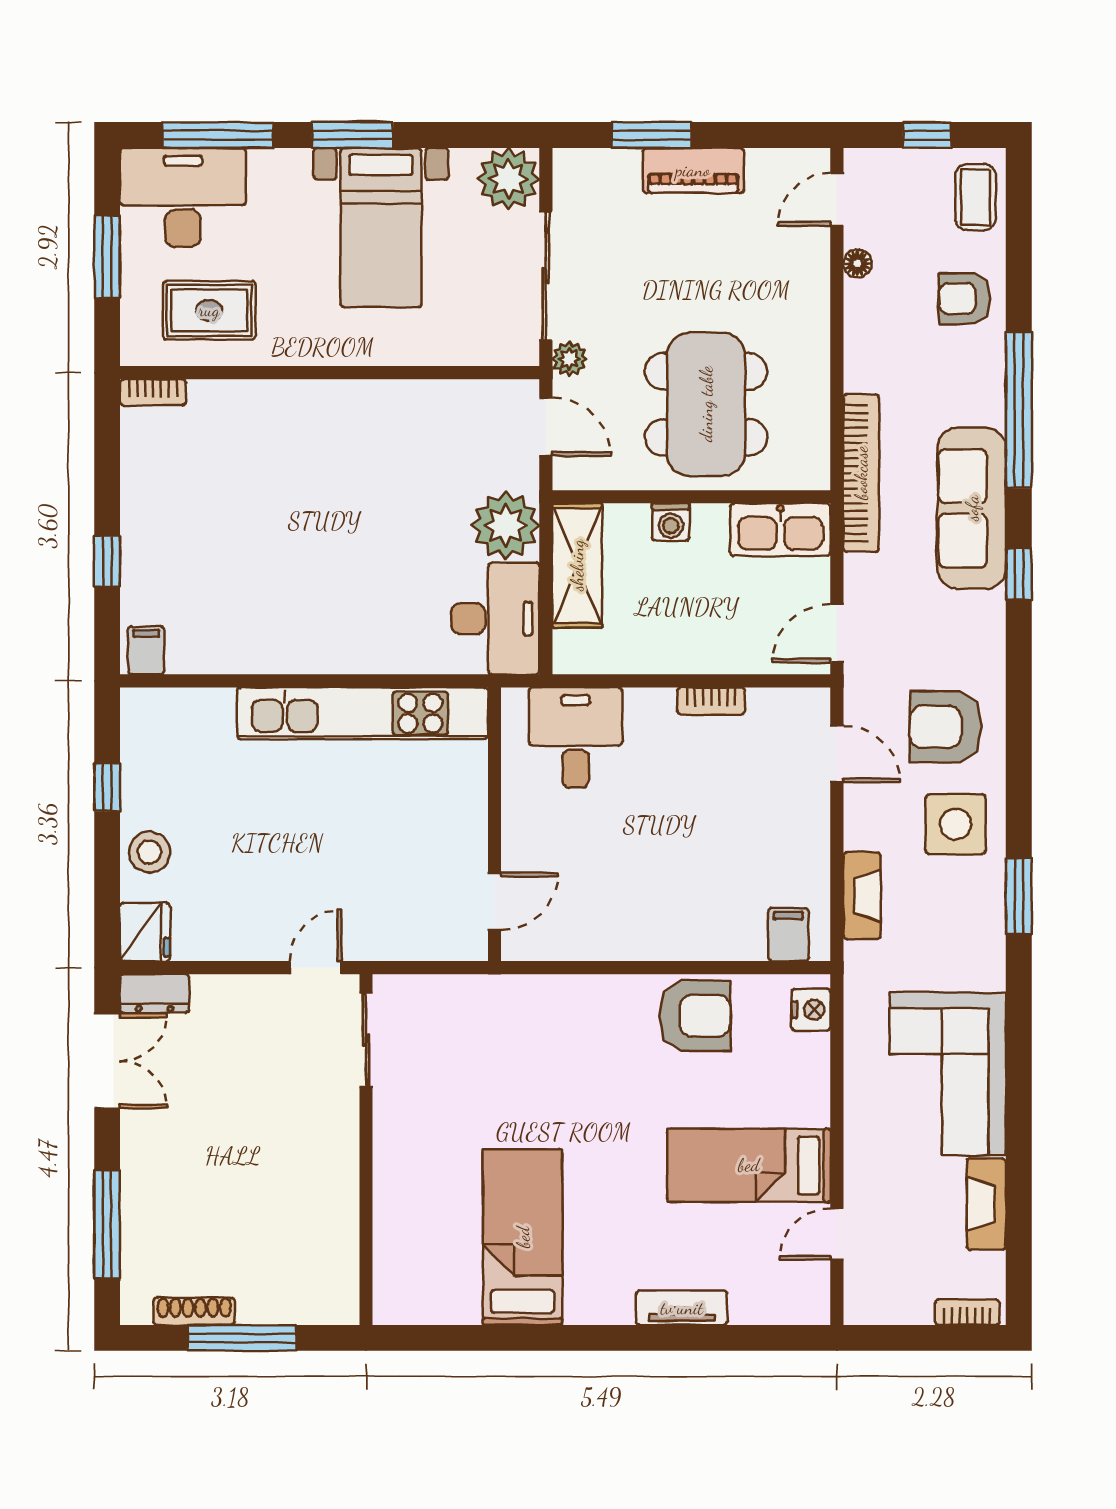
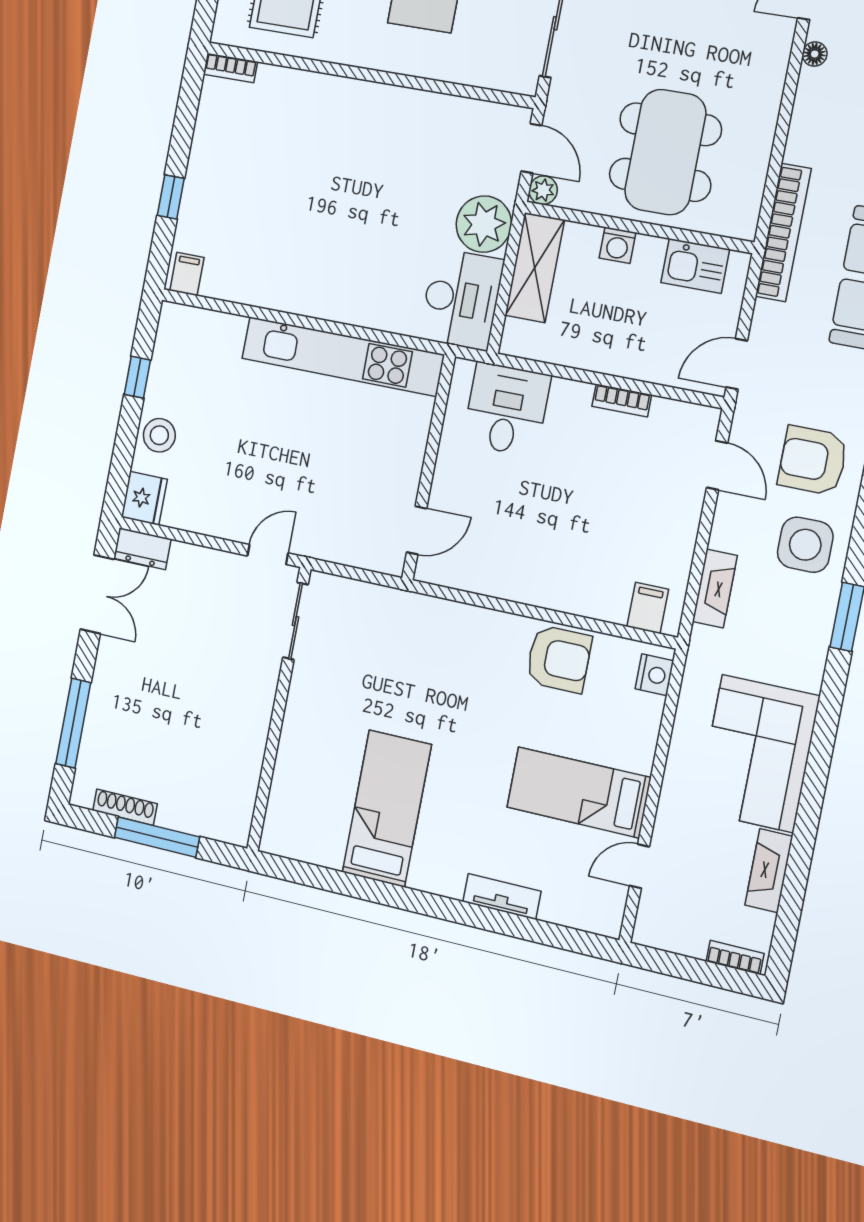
plant: (569, 359) -> (543, 190), moved
kitchen sink: (780, 530) -> (695, 266), width x0.73

